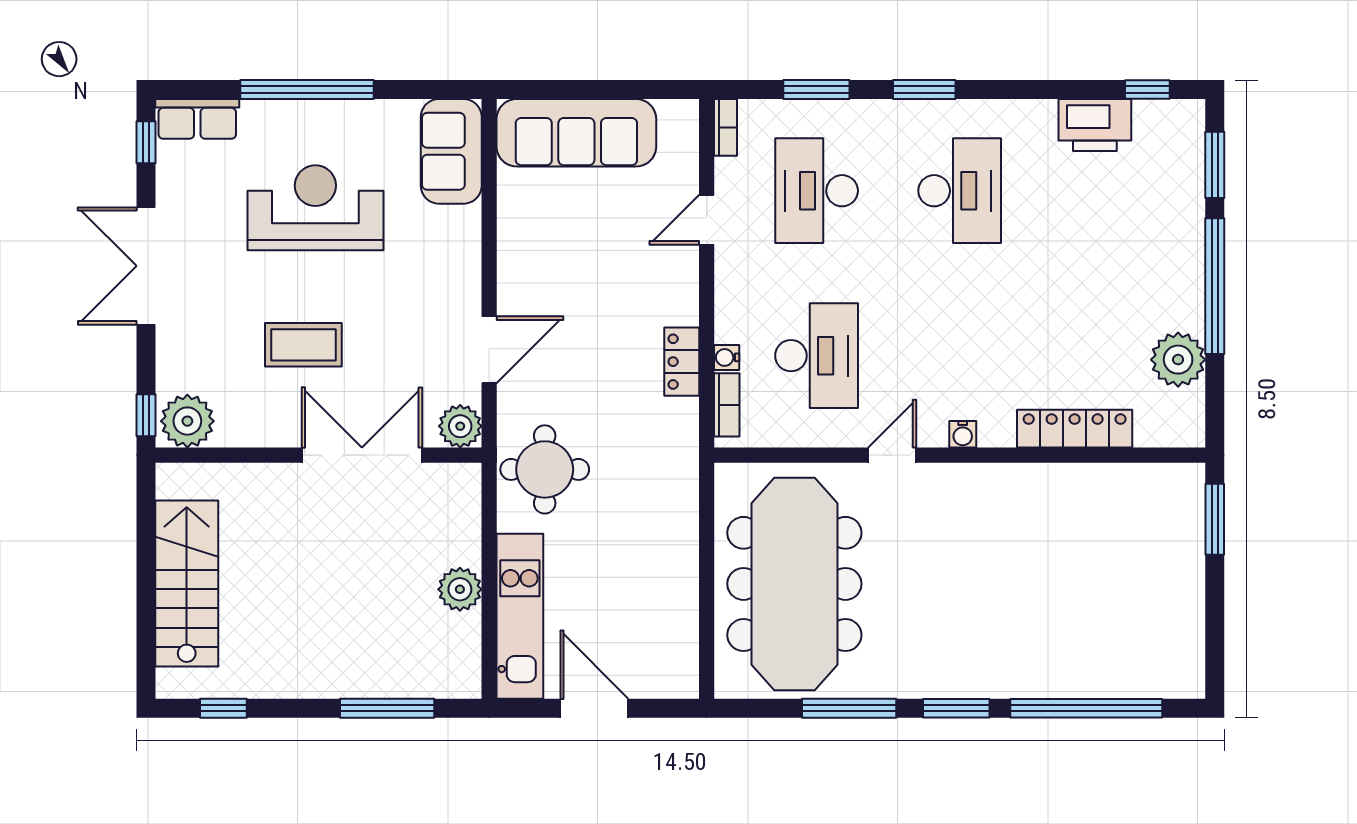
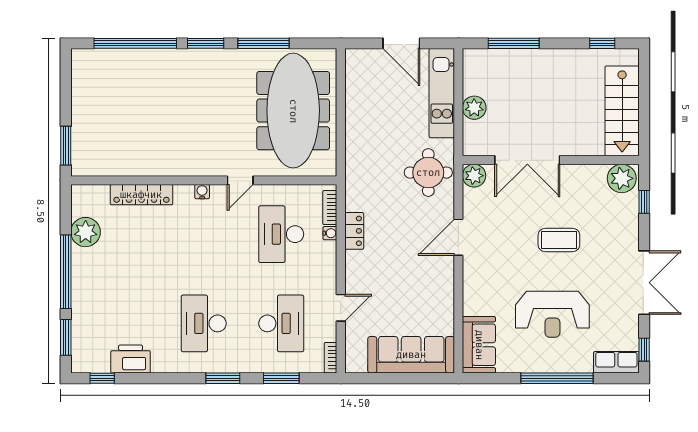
plant: (187, 421) -> (622, 178), moved
plant: (460, 426) -> (474, 176), moved
wall: (318, 455) -> (551, 160), moved
double door: (362, 455) -> (527, 160), moved

